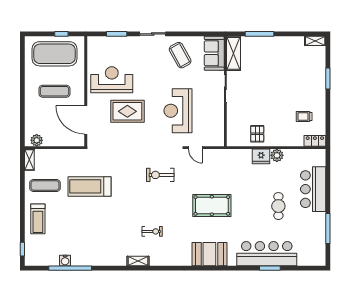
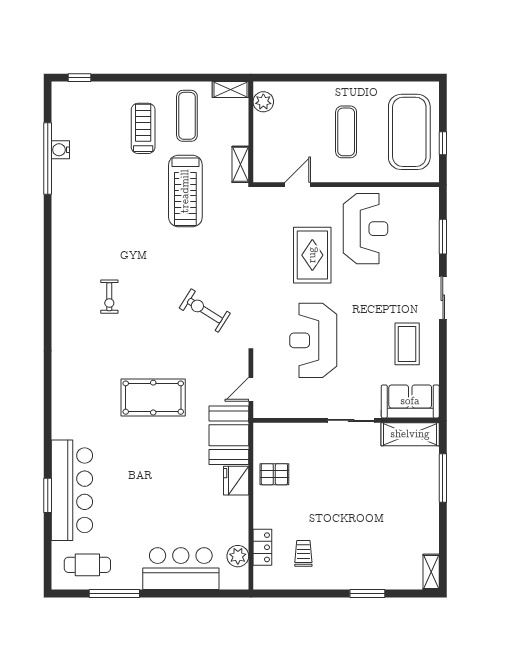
coffee table: (180, 55) -> (407, 344), turned -61
reception desk: (178, 111) -> (313, 340), turned -90
door: (86, 120) -> (298, 185), width x0.53
locker: (315, 141) -> (262, 547), moved
door: (195, 148) -> (251, 389), moved
plant: (277, 155) -> (238, 556), moved
exercise bike: (160, 175) -> (205, 311), turned -58
treadmill: (90, 186) -> (185, 191), turned 180
pool table: (212, 205) -> (153, 398), turned 90
cafe table: (278, 206) -> (87, 565), moved
treadmill: (38, 219) -> (143, 128), moved, turned 90
booth: (209, 254) -> (229, 435), moved
shelving: (138, 261) -> (240, 164), moved

